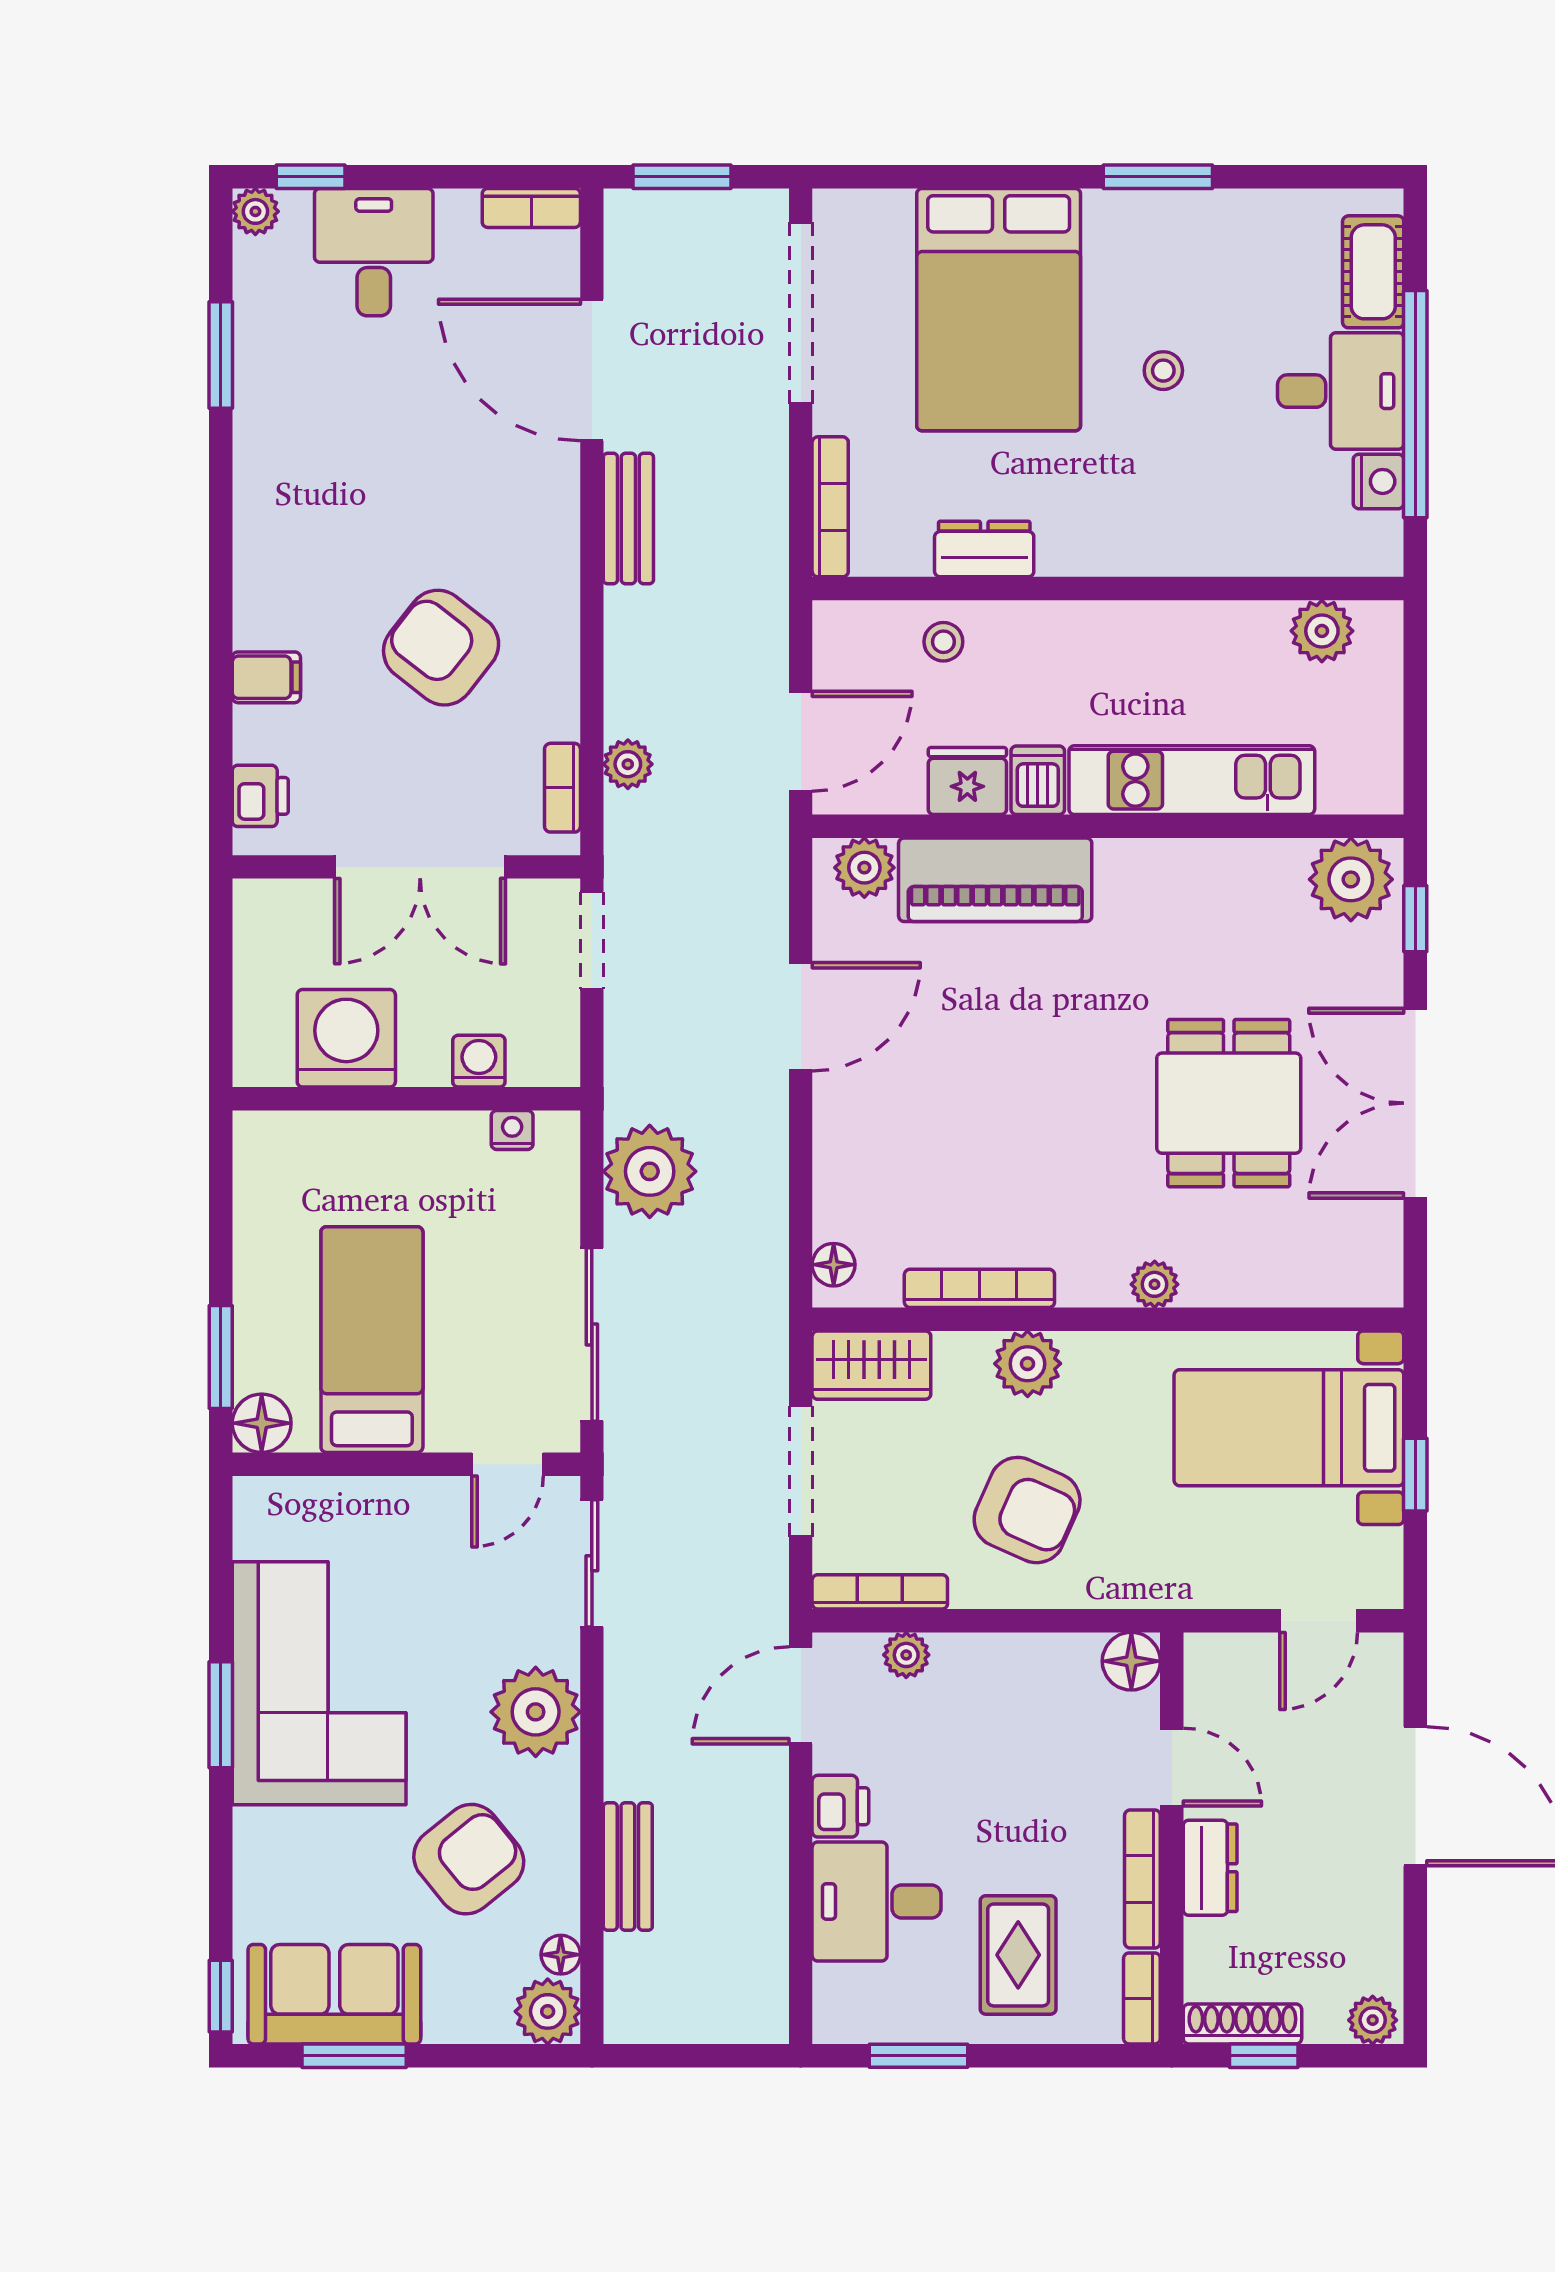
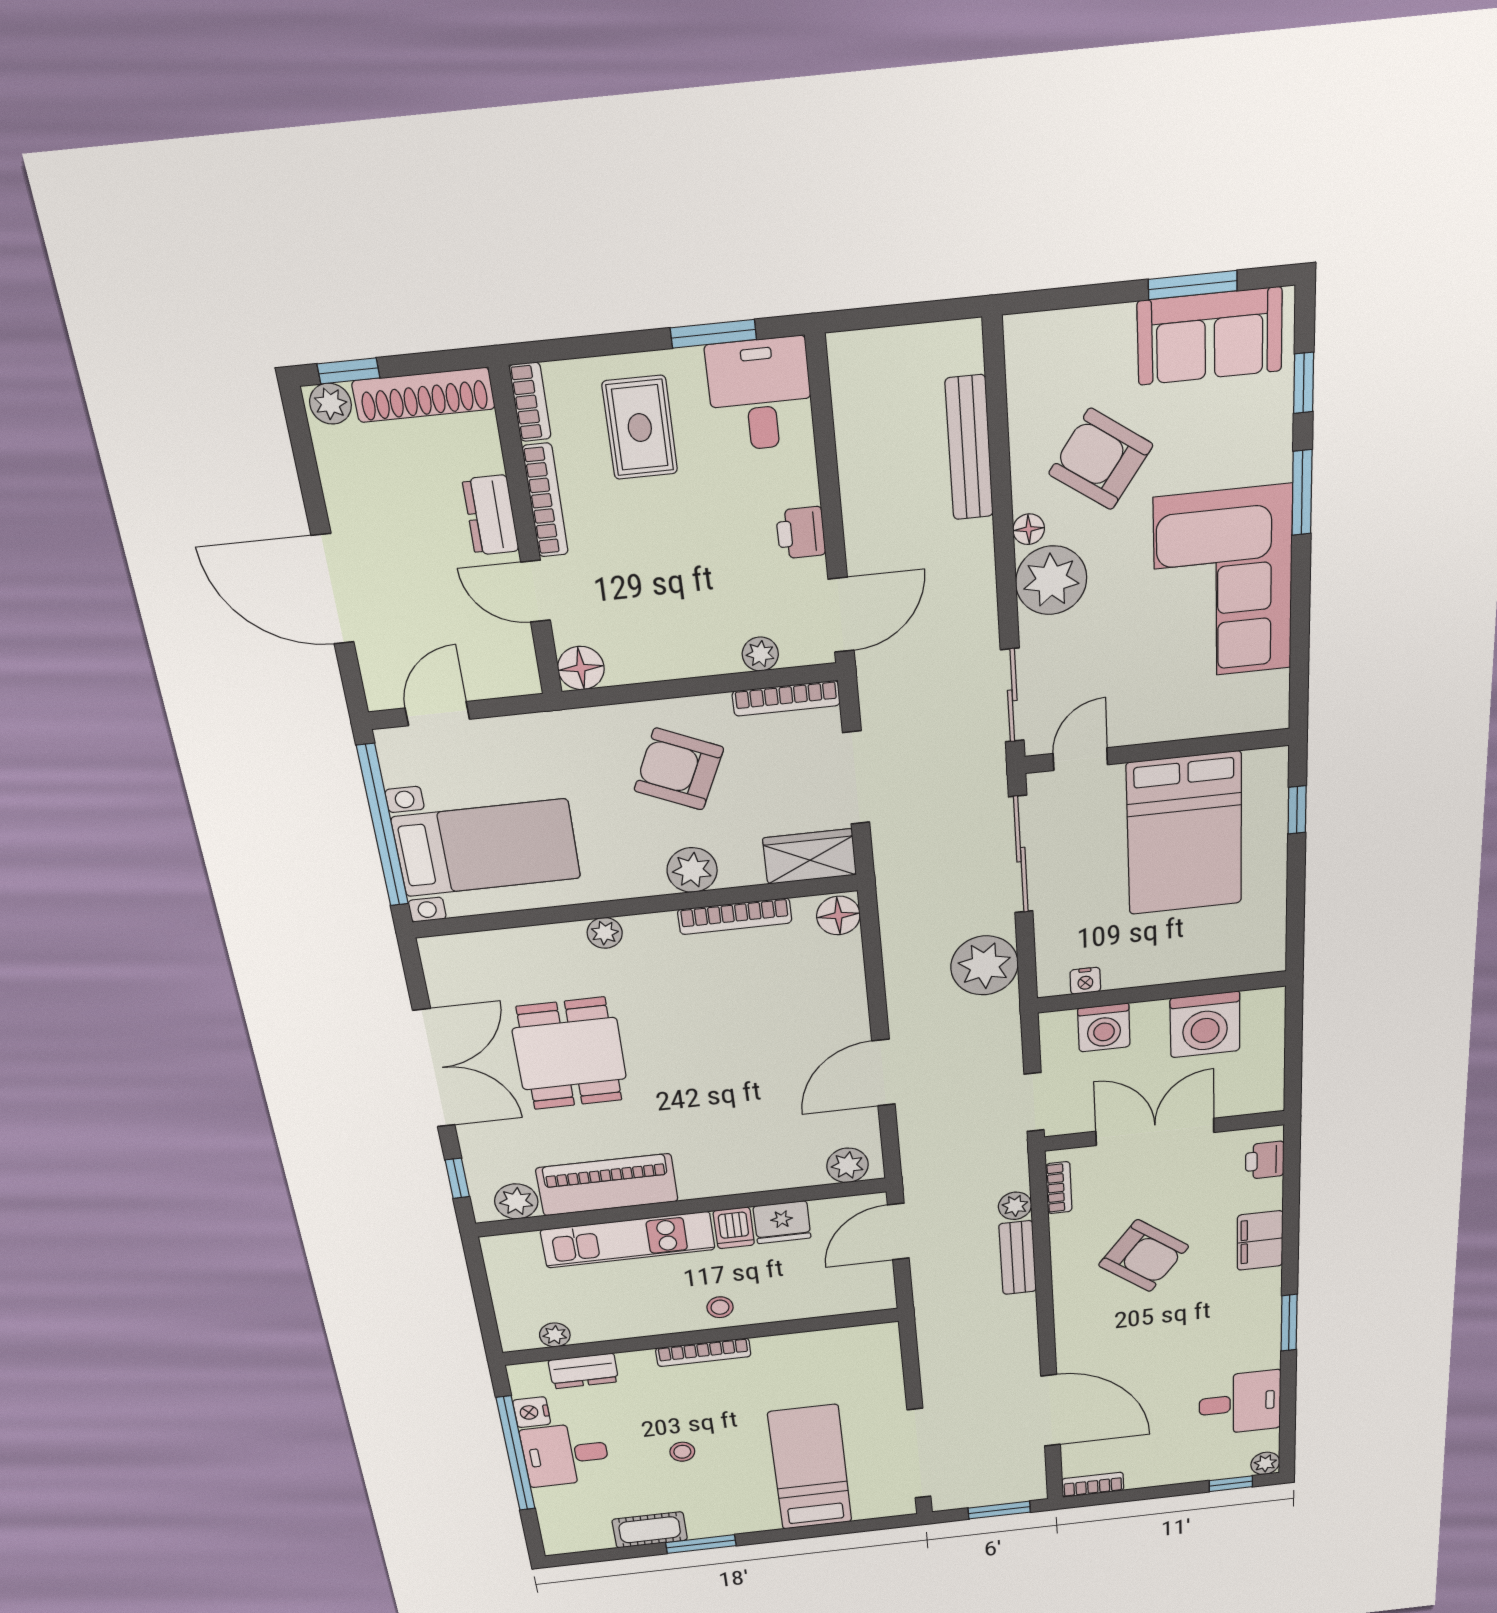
desk: (374, 252) -> (1240, 1403), moved, turned -90
cot: (1373, 272) -> (650, 1530), moved, turned 90
bed: (999, 310) -> (810, 1468), width x0.67
window: (221, 355) -> (1289, 1323), moved
bookcase: (830, 507) -> (703, 1352), moved, turned -90
bench: (628, 519) -> (1018, 1258), moved
dresser: (984, 549) -> (583, 1371), moved
plant: (1322, 631) -> (555, 1335), width x0.73, depth x0.73
stool: (943, 642) -> (720, 1307), moved
filing cabinet: (266, 677) -> (1260, 1240), width x2.00
plant: (1351, 879) -> (516, 1201), width x0.73, depth x0.73
piano: (995, 880) -> (607, 1185), moved
washing machine: (479, 1061) -> (1104, 1028), width x1.38, depth x1.38
floor lamp: (834, 1265) -> (838, 915), width x1.37, depth x1.37
bed: (372, 1340) -> (1185, 834), width x1.50
window: (221, 1357) -> (1297, 810), width x0.67
floor lamp: (262, 1423) -> (1267, 768), removed
window: (1415, 1475) -> (383, 826), width x3.17
window: (221, 1715) -> (1302, 493), moved
armchair: (469, 1859) -> (1101, 459), turned 74
bench: (628, 1866) -> (969, 448), width x1.36
desk: (877, 1901) -> (760, 394), moved, turned -90
floor lamp: (561, 1955) -> (1029, 529), moved
window: (221, 1996) -> (1304, 383), moved
plant: (548, 2011) -> (1031, 340), removed
shoe rack: (1242, 2024) -> (424, 395), width x1.36, depth x1.24
window: (1264, 2056) -> (348, 371), moved

